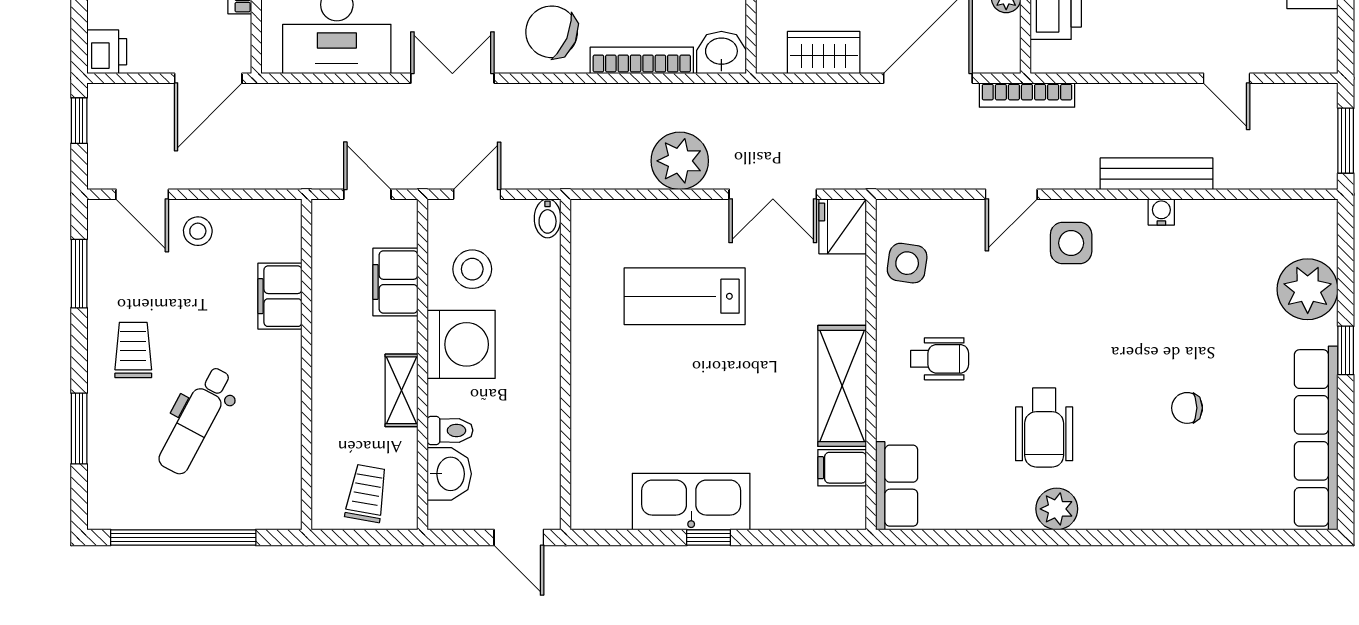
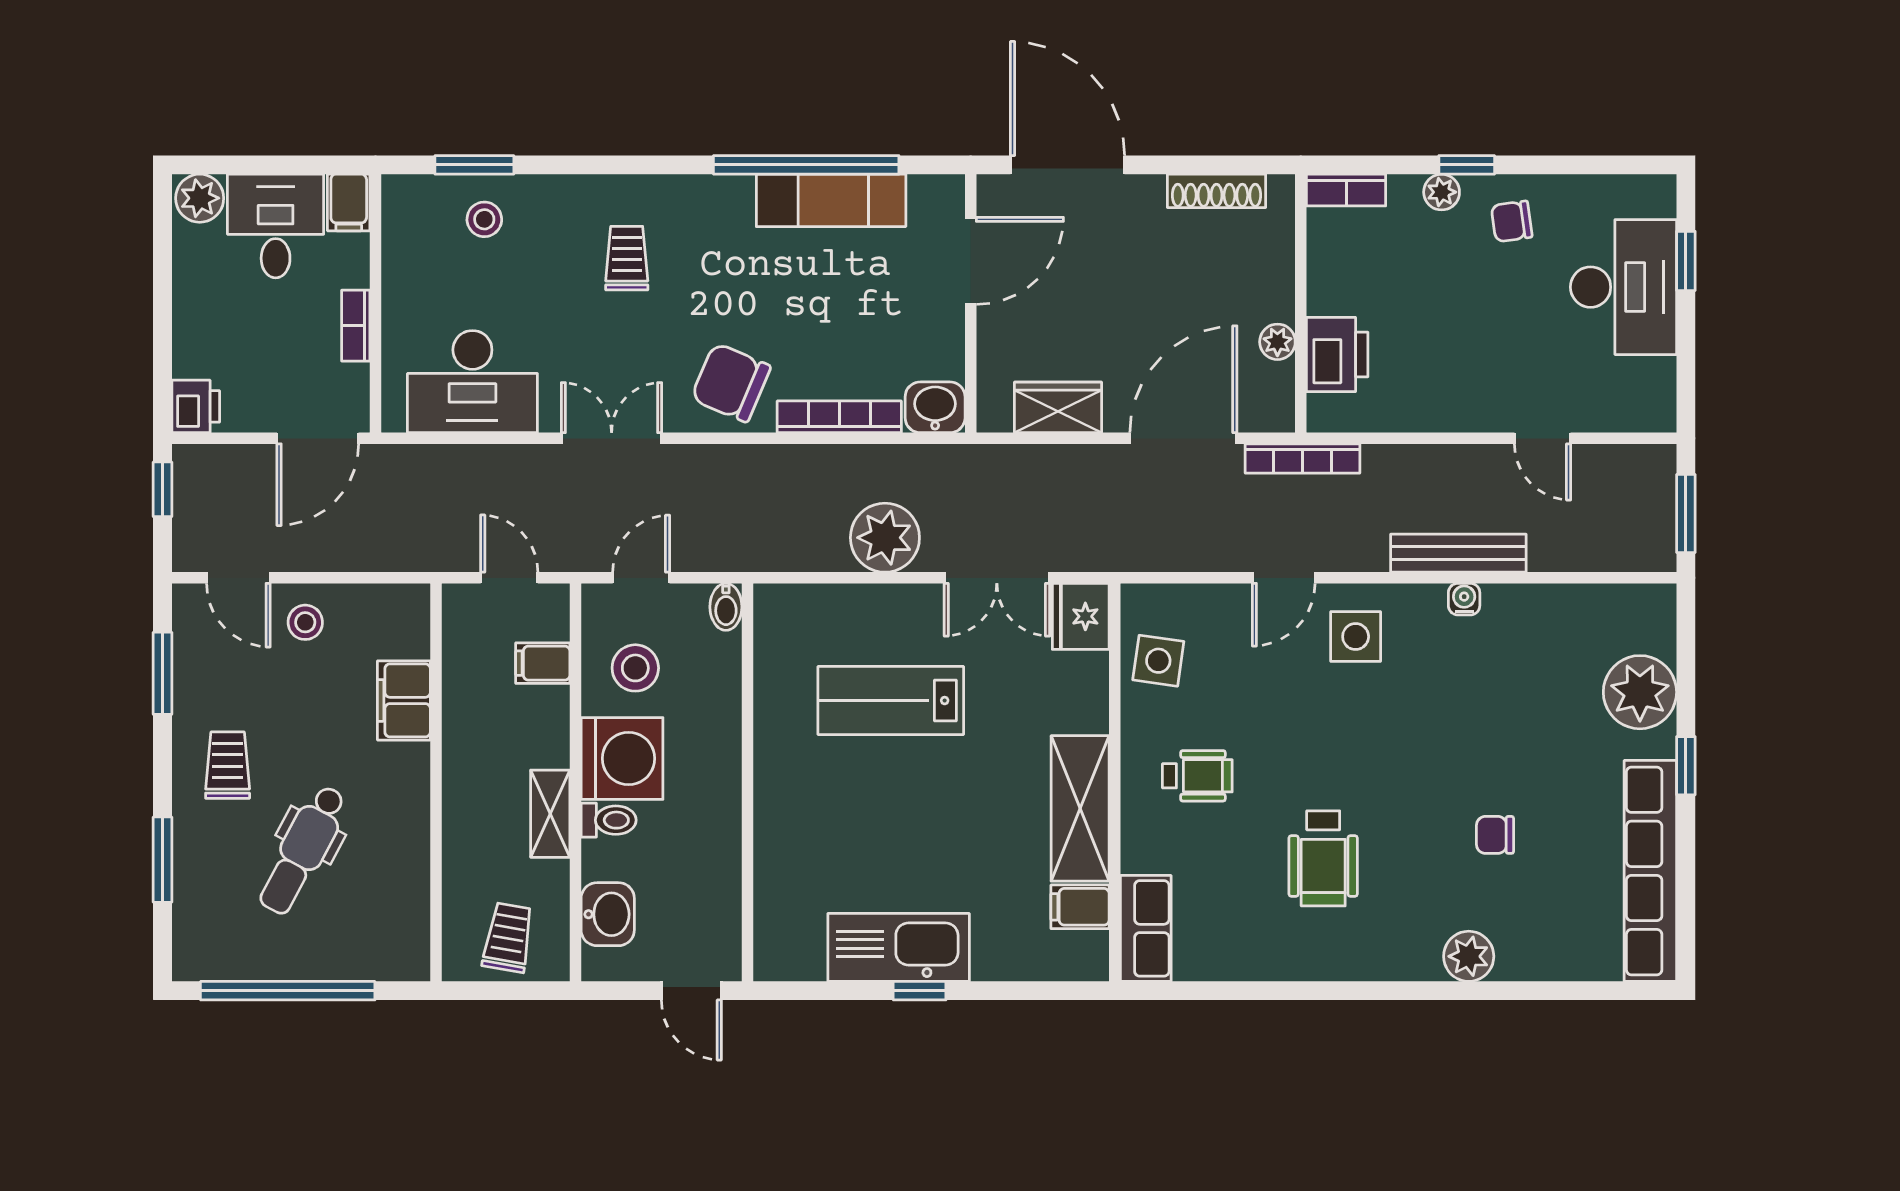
filing cabinet: (395, 282) -> (543, 663), width x0.50
toilet: (450, 430) -> (609, 820), moved
plant: (1057, 509) -> (1469, 956), moved

